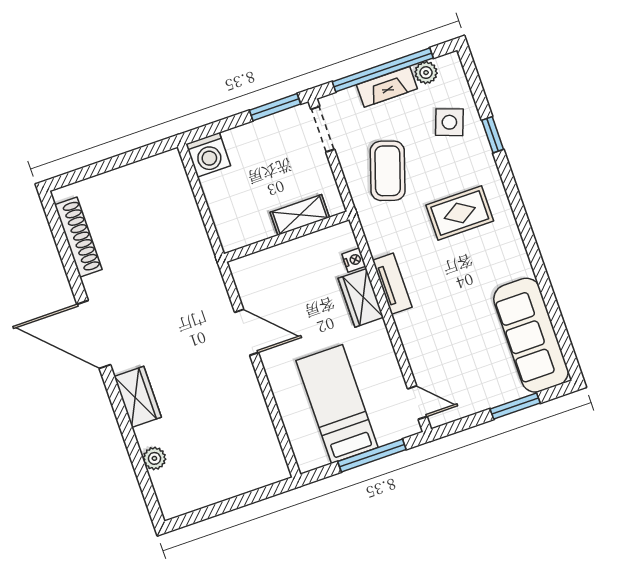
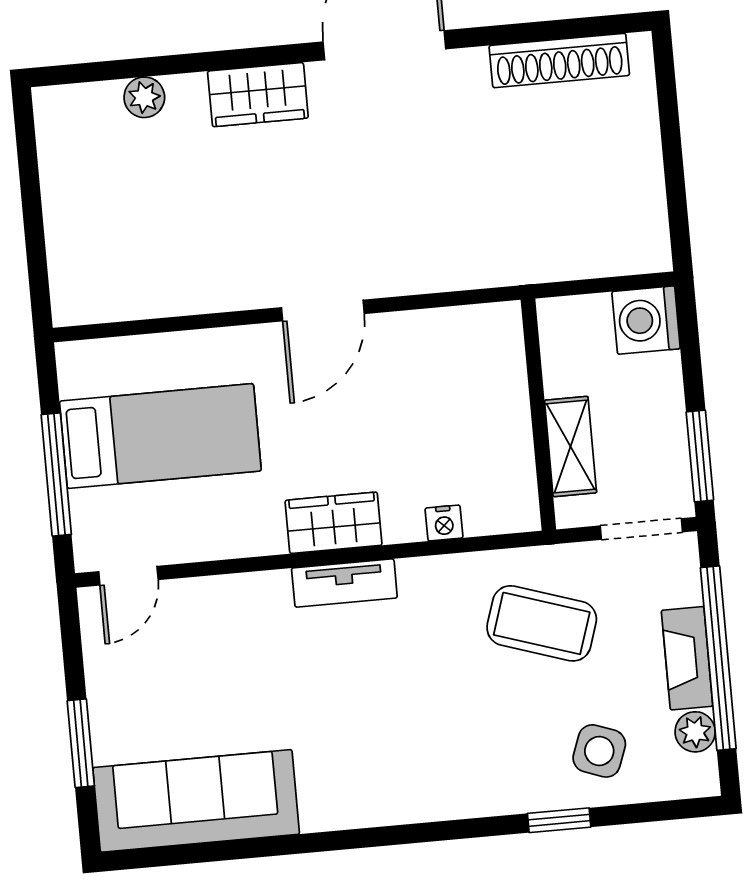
rug: (460, 213) -> (438, 730), removed
shelving: (300, 215) -> (571, 447), moved
wall: (287, 237) -> (538, 415), moved
nightstand: (354, 260) -> (444, 523), moved

